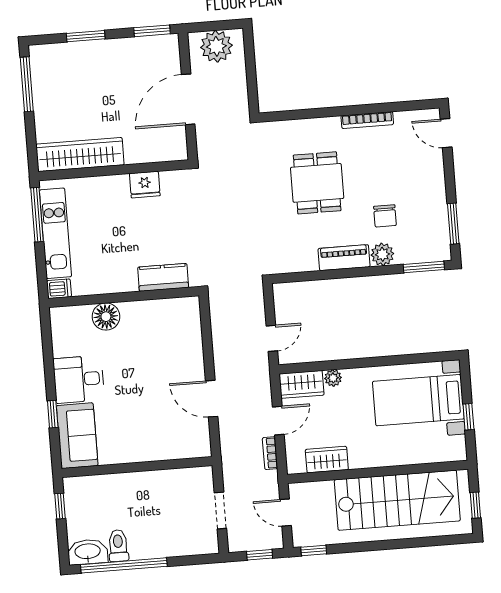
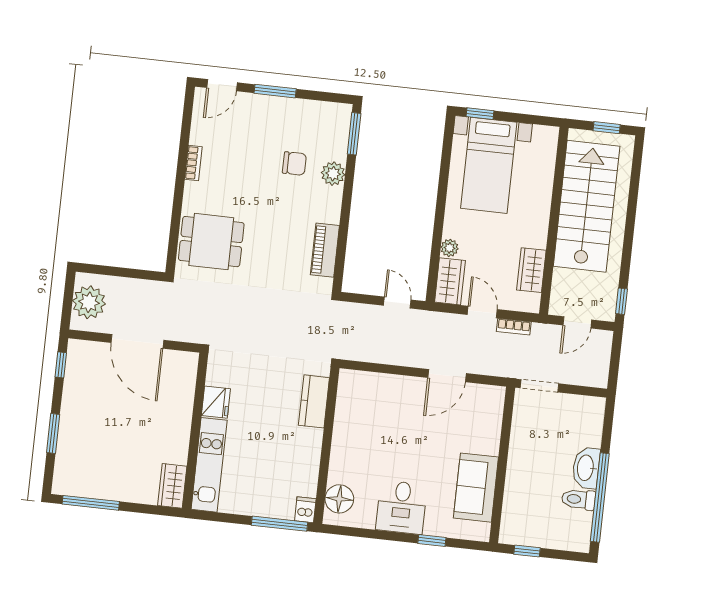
window: (152, 31) -> (61, 365), width x0.67
bookcase: (367, 120) -> (193, 163), width x0.64
wardrobe: (80, 155) -> (172, 486), width x0.48, depth x0.85
dining table: (317, 183) -> (211, 242), moved
window: (37, 215) -> (279, 524), moved
window: (453, 224) -> (275, 91), moved
kitchen unit: (55, 233) -> (209, 465), moved, turned 90
piano: (344, 258) -> (325, 250), moved
floor lamp: (106, 317) -> (339, 499), moved
window: (468, 417) -> (480, 114), moved
sofa: (77, 436) -> (476, 488), moved, turned -90
doorway: (220, 510) -> (539, 386), moved
washbasin: (88, 552) -> (586, 468), moved
window: (260, 555) -> (615, 357), removed

